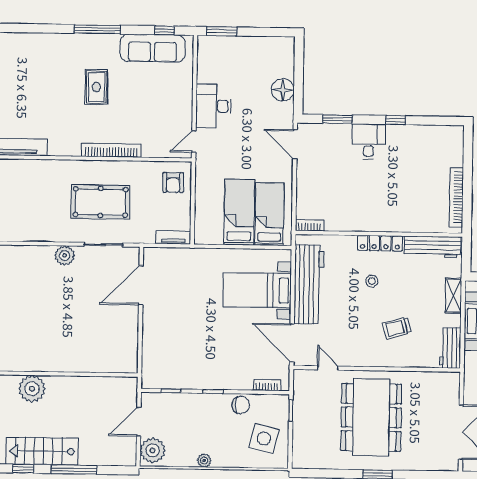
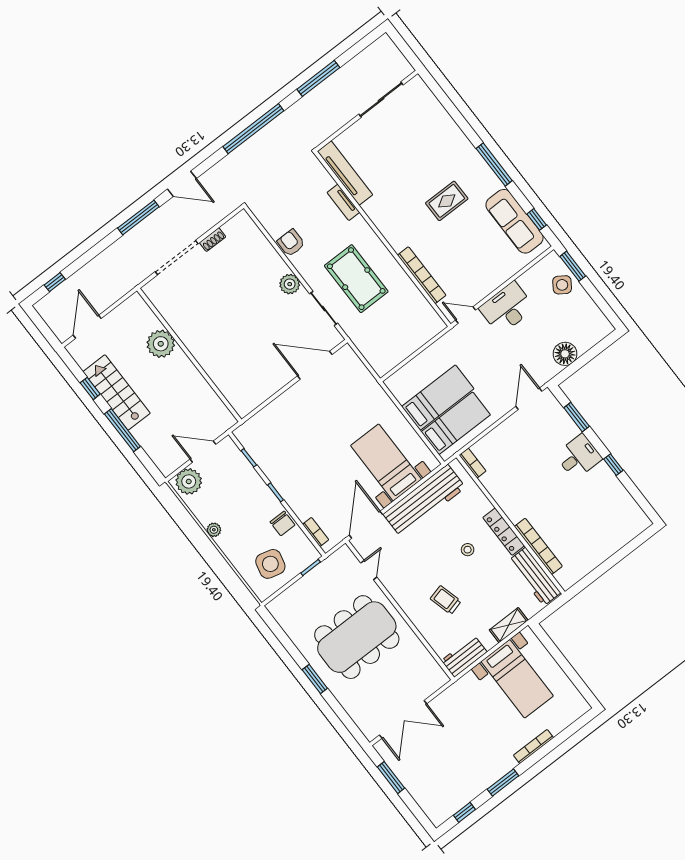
side table: (229, 51) -> (562, 285), added
bookcase: (111, 150) -> (422, 275), moved
armchair: (173, 182) -> (291, 243), moved, turned 90
bookcase: (456, 197) -> (538, 546), moved, turned 90
tv unit: (173, 237) -> (343, 202), moved, turned 180

